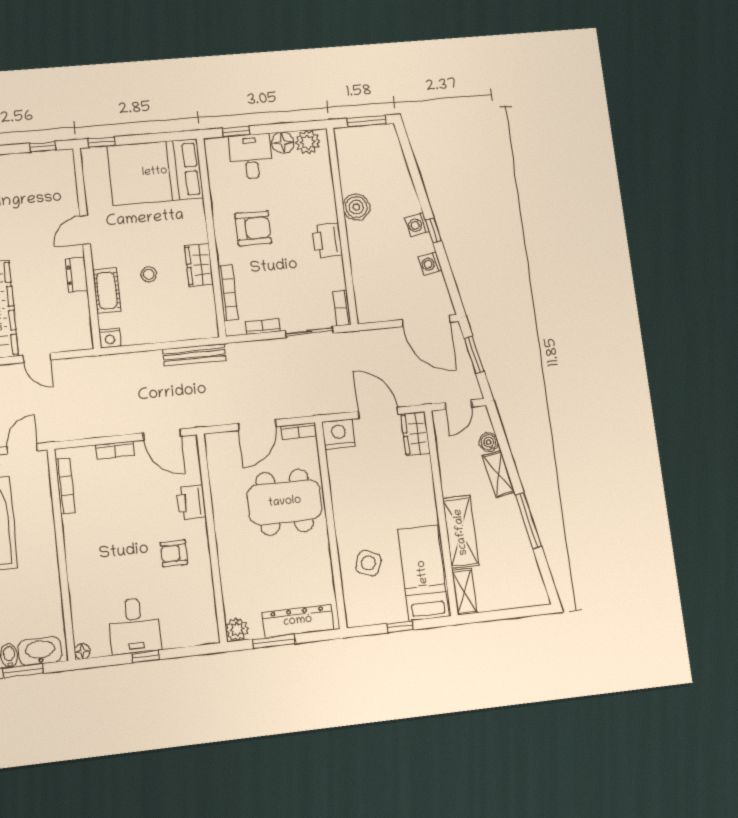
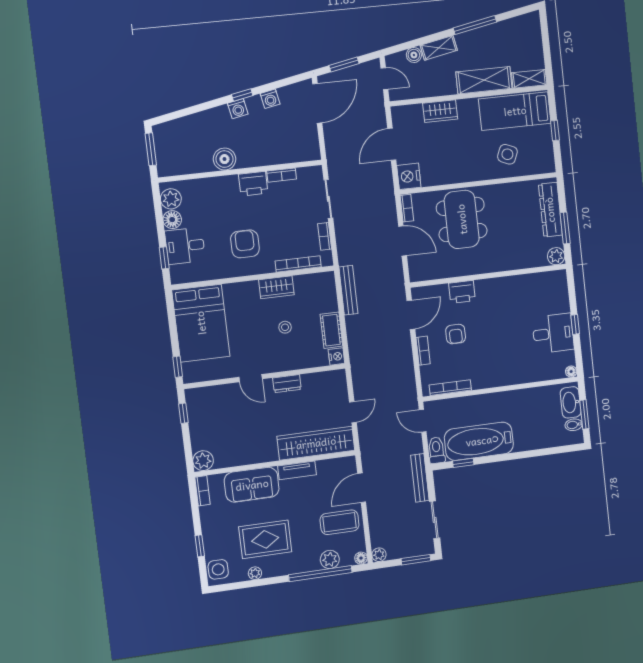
cot: (107, 290) -> (331, 330), moved, turned 90
bookcase: (342, 308) -> (282, 175), moved
wardrobe: (415, 434) -> (440, 111), moved
armchair: (174, 553) -> (456, 334), moved

